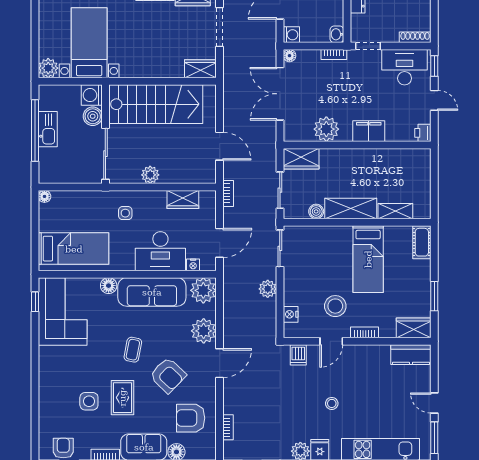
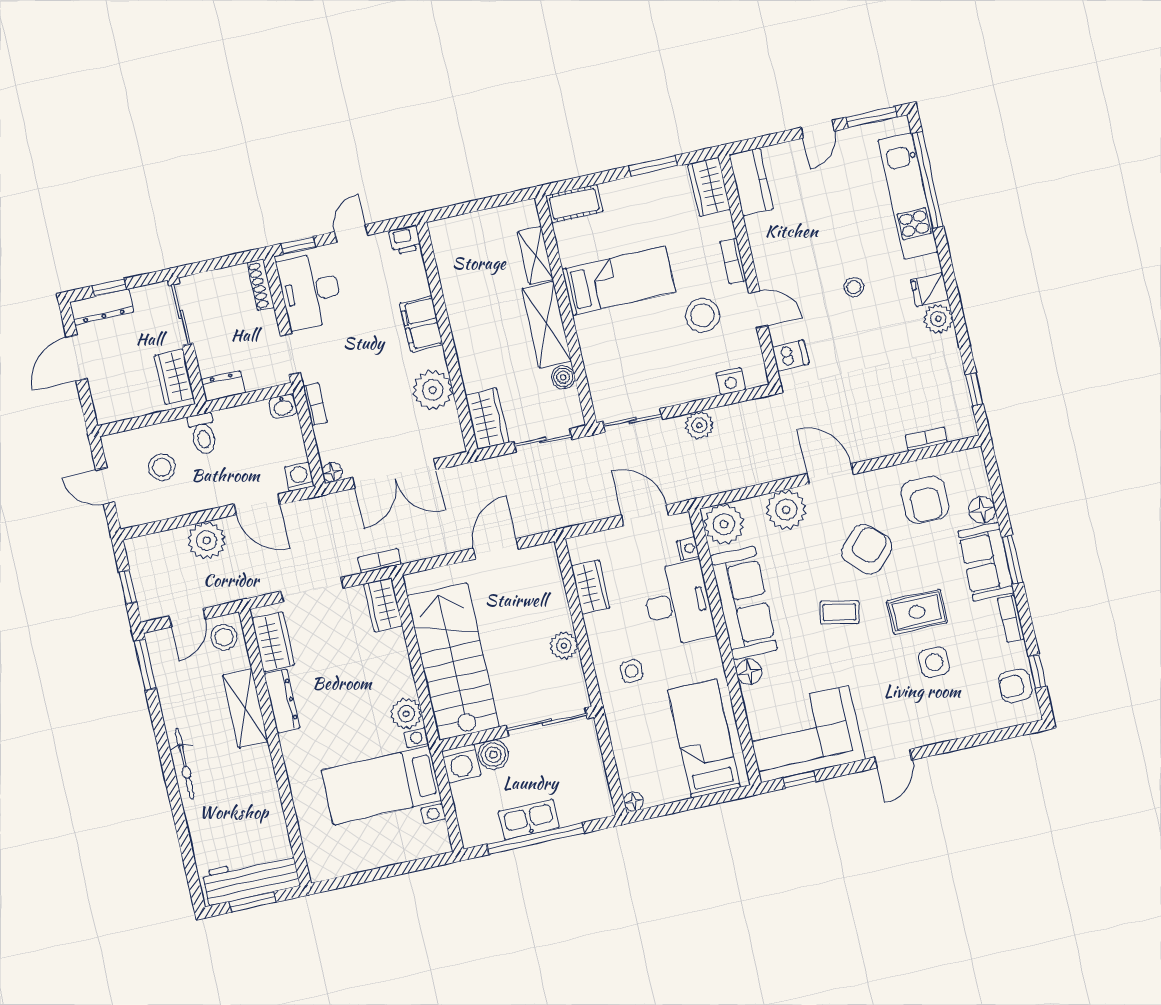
plant: (48, 68) -> (406, 714), moved
bookcase: (228, 193) -> (380, 561), moved
door: (35, 363) -> (893, 759), added

